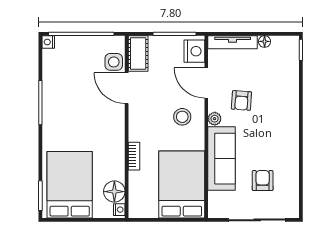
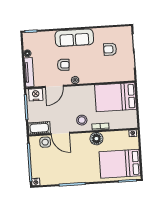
door: (127, 88) -> (60, 134), hinge flipped
stool: (182, 117) -> (82, 120), moved
sofa: (221, 159) -> (74, 38), moved, turned 180
floor lamp: (114, 192) -> (96, 139), moved

